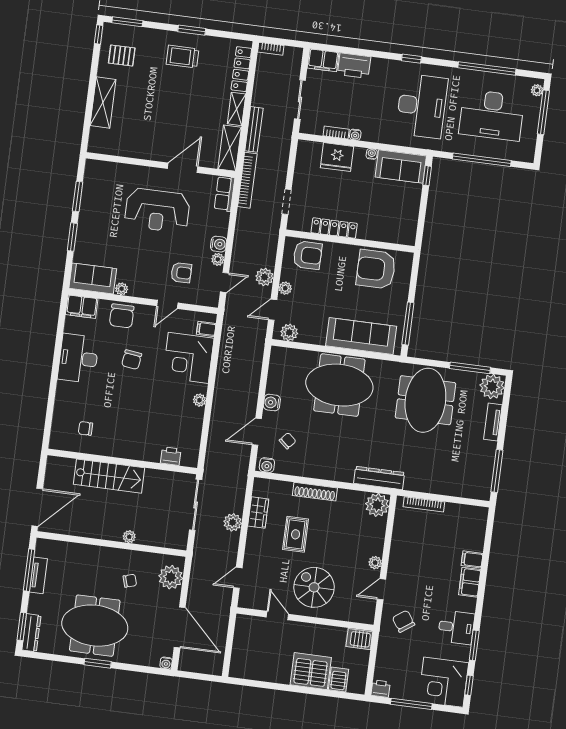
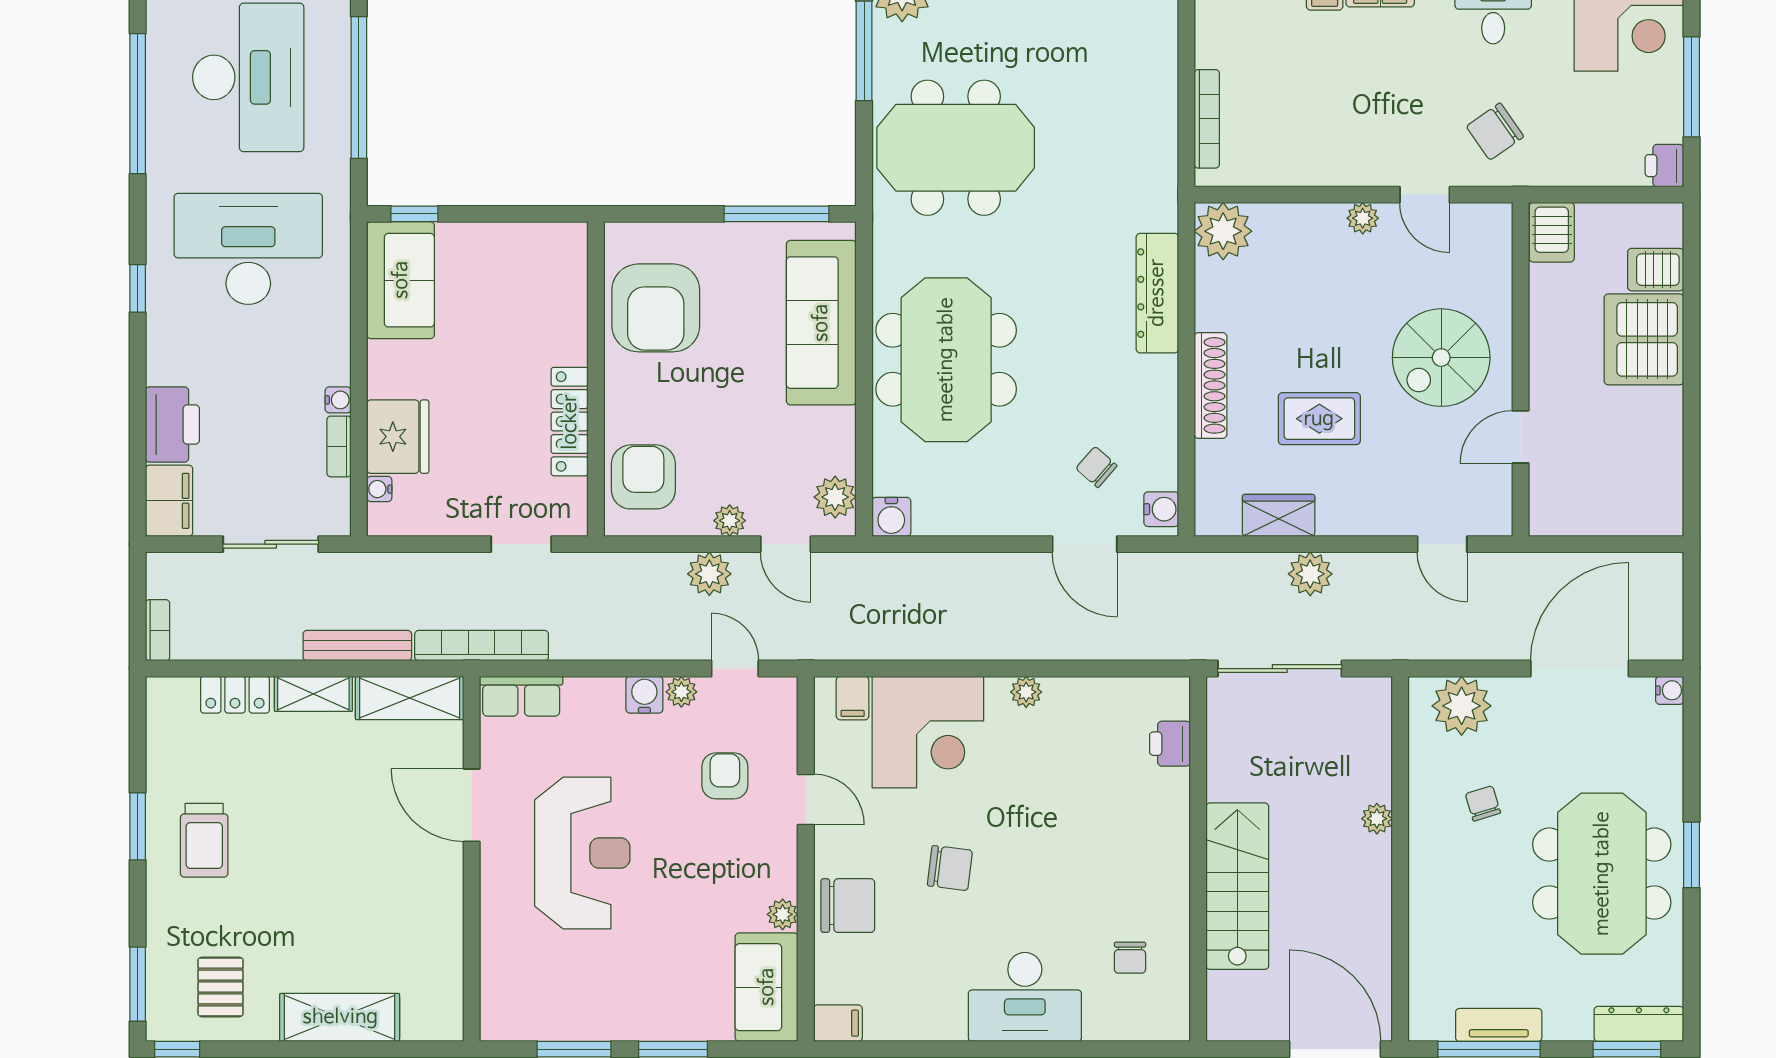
locker: (241, 69) -> (235, 695), width x0.66
water cooler: (372, 154) -> (379, 489), moved
filing cabinet: (82, 307) -> (838, 1023), width x0.50
desk: (78, 358) -> (1025, 997), moved
water cooler: (272, 403) -> (891, 517), moved
dresser: (379, 478) -> (1157, 293), moved

